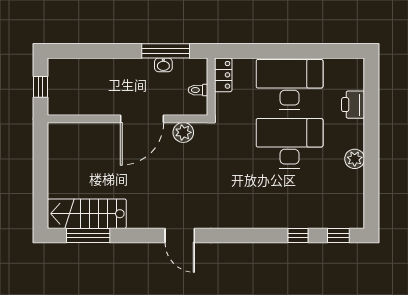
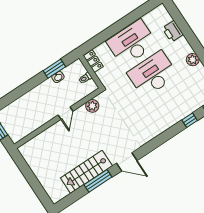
window: (166, 51) -> (54, 69), width x0.69
door: (142, 119) -> (66, 113), width x0.53
stairs: (87, 214) -> (86, 172), moved
window: (88, 235) -> (98, 181), moved

